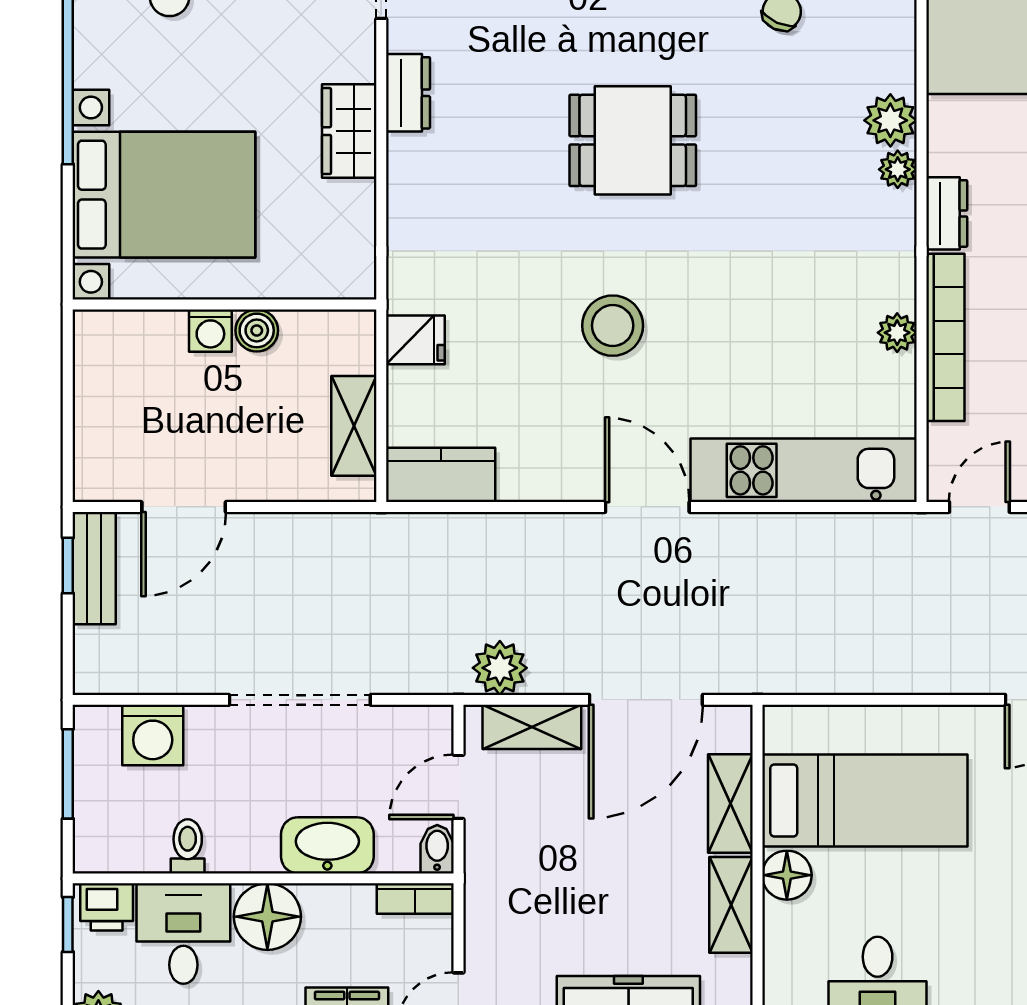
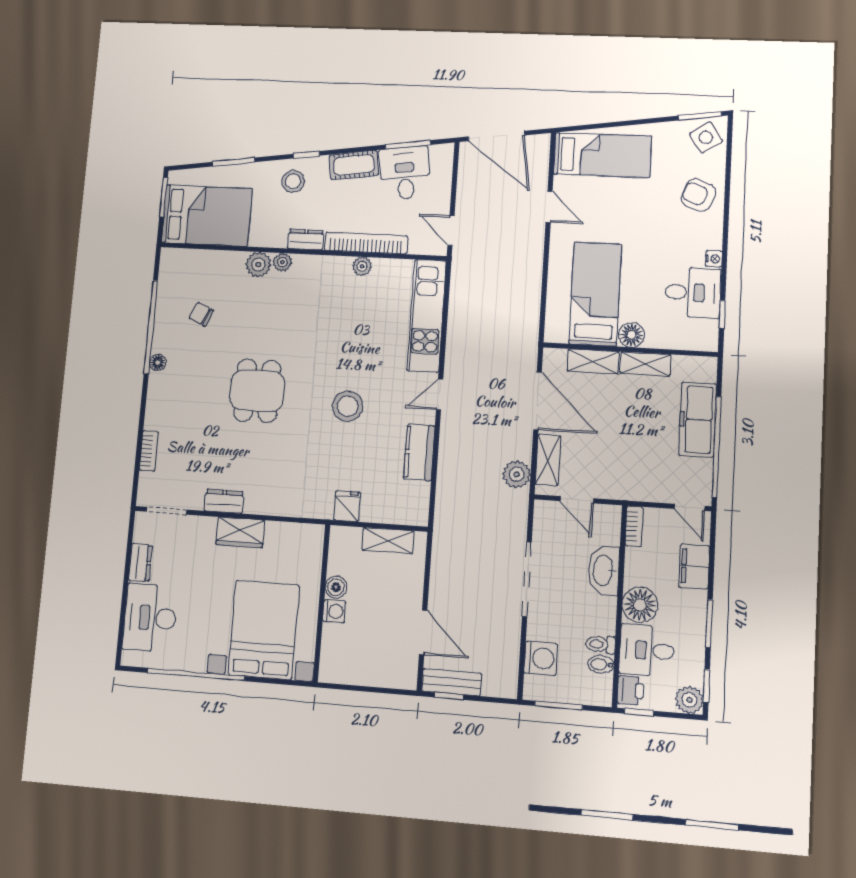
kitchen counter: (441, 475) -> (419, 452), moved
door: (647, 507) -> (440, 394), width x0.73
bidet: (437, 849) -> (601, 664), moved

